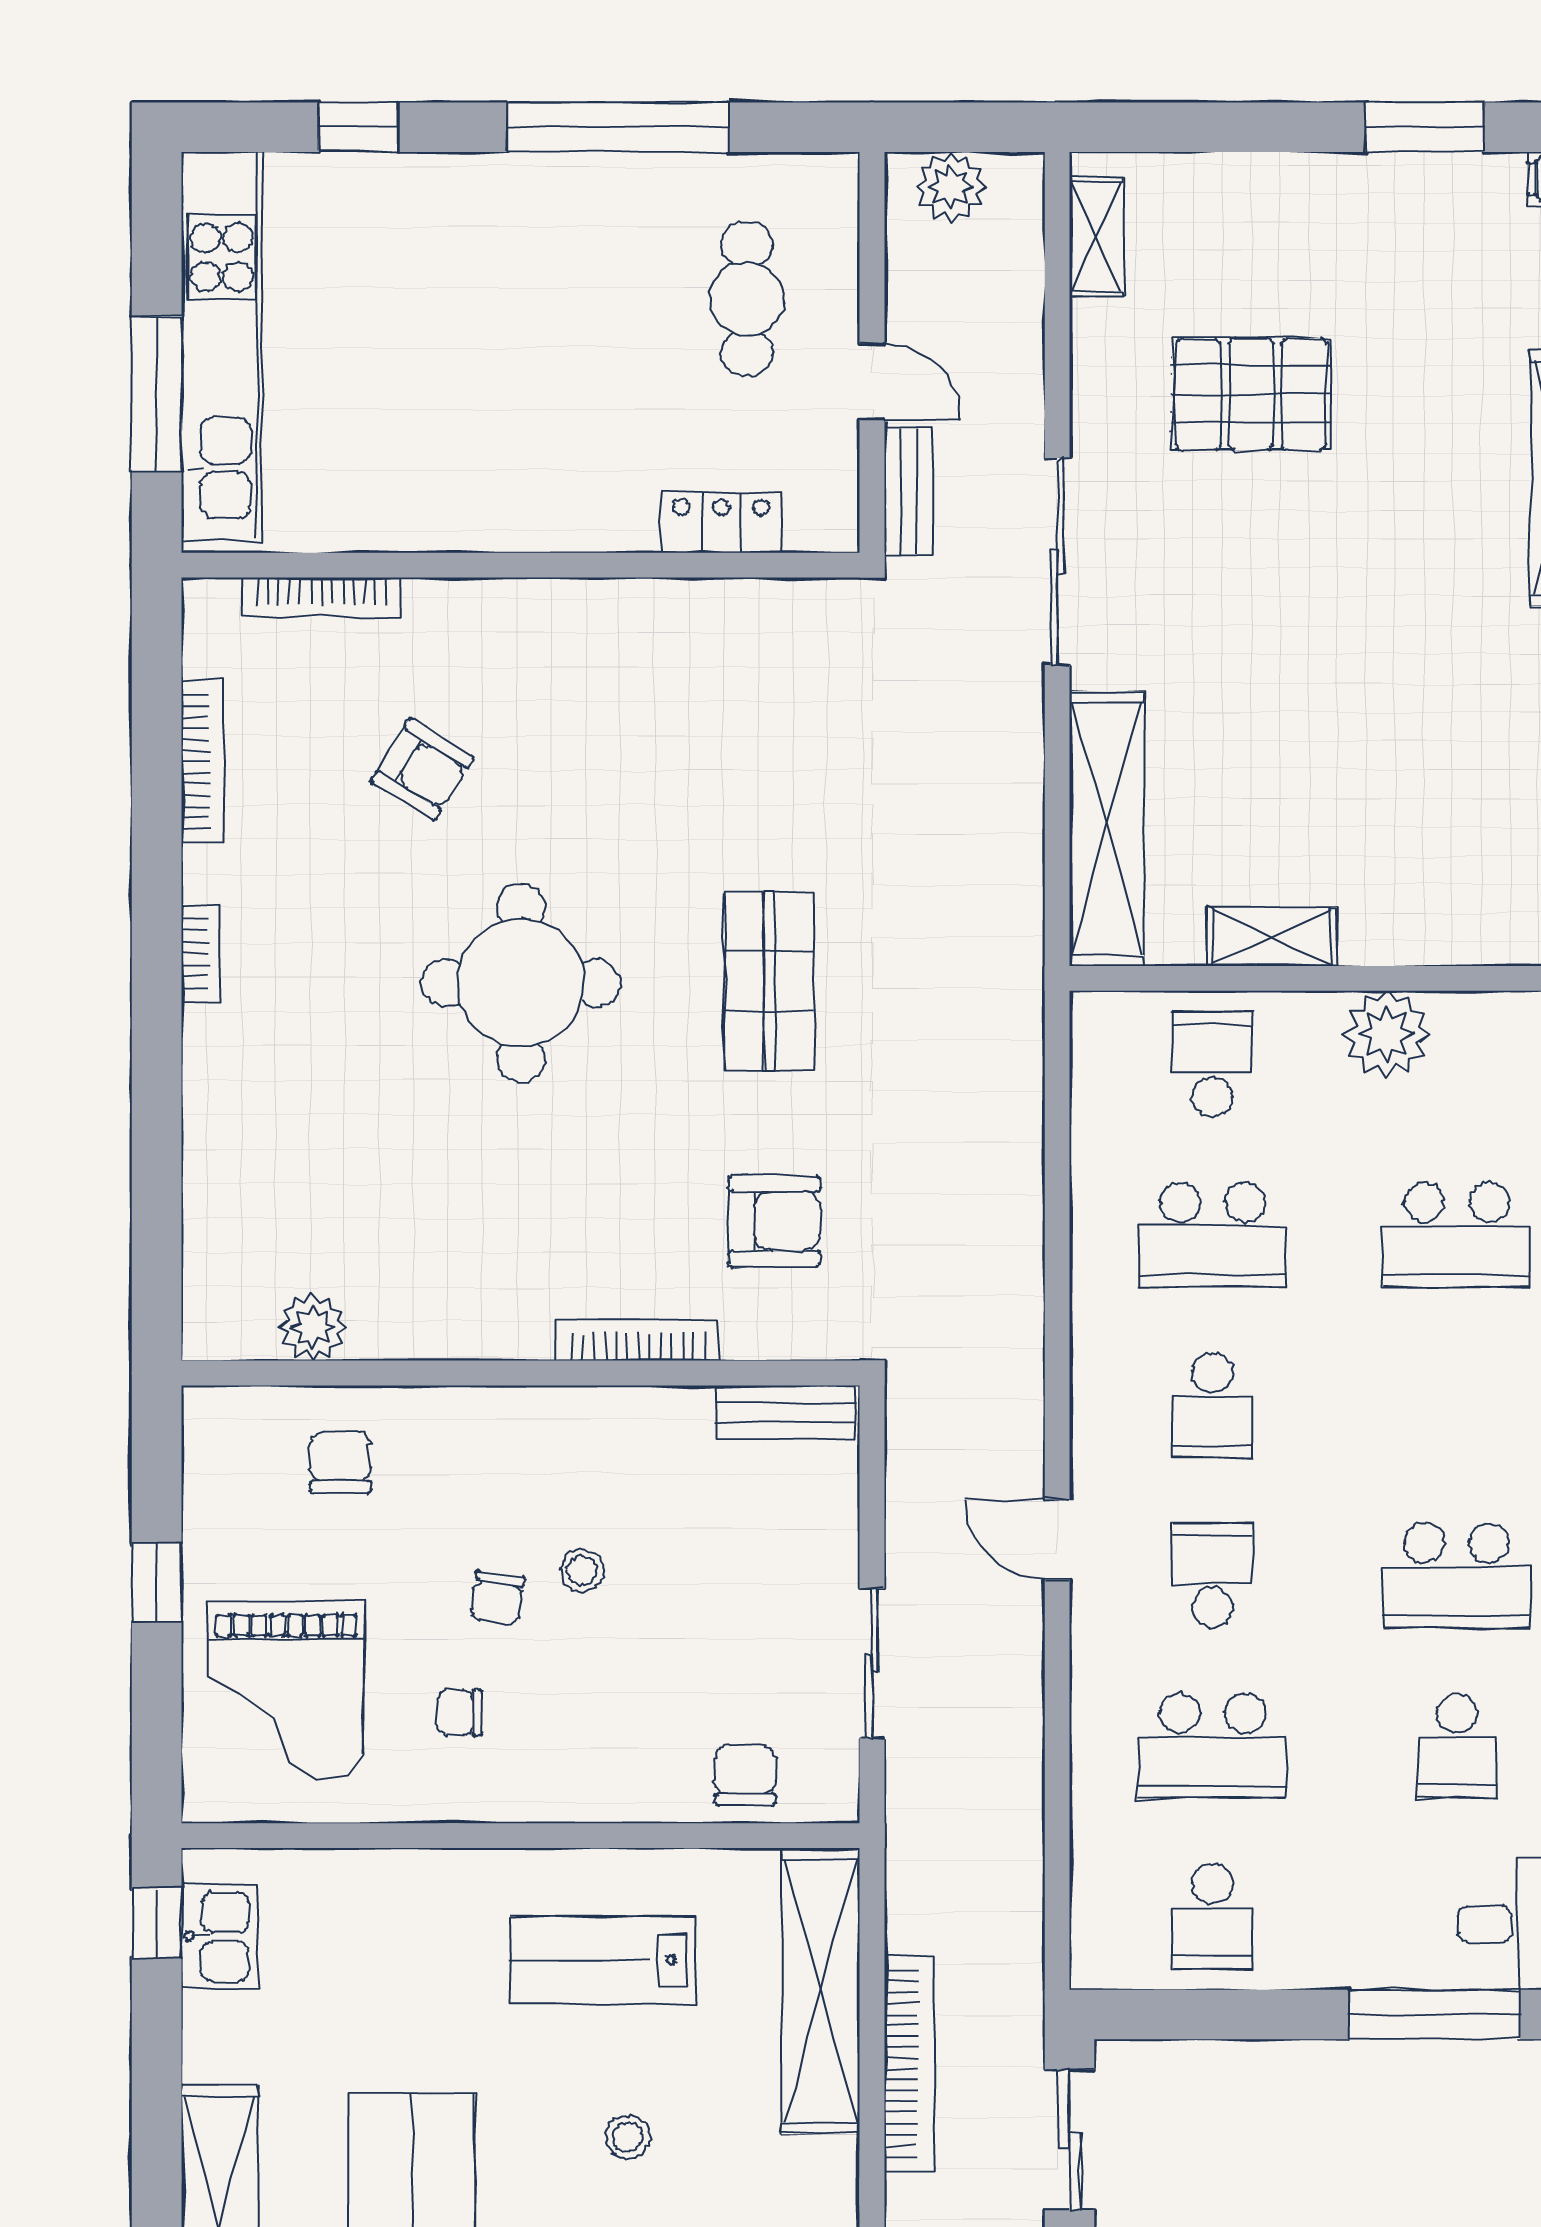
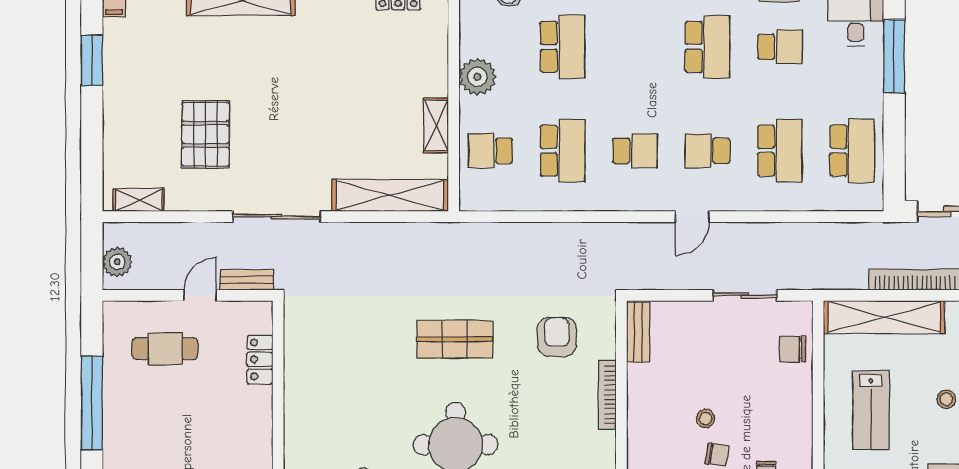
school desk: (1212, 1916) -> (852, 151), width x1.85

